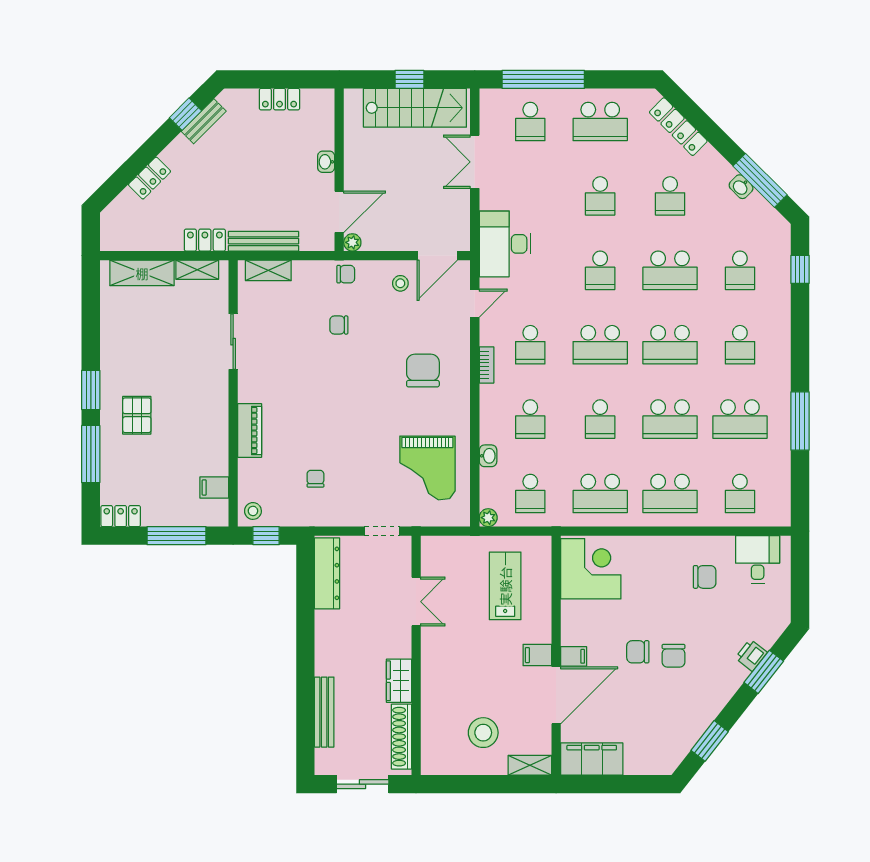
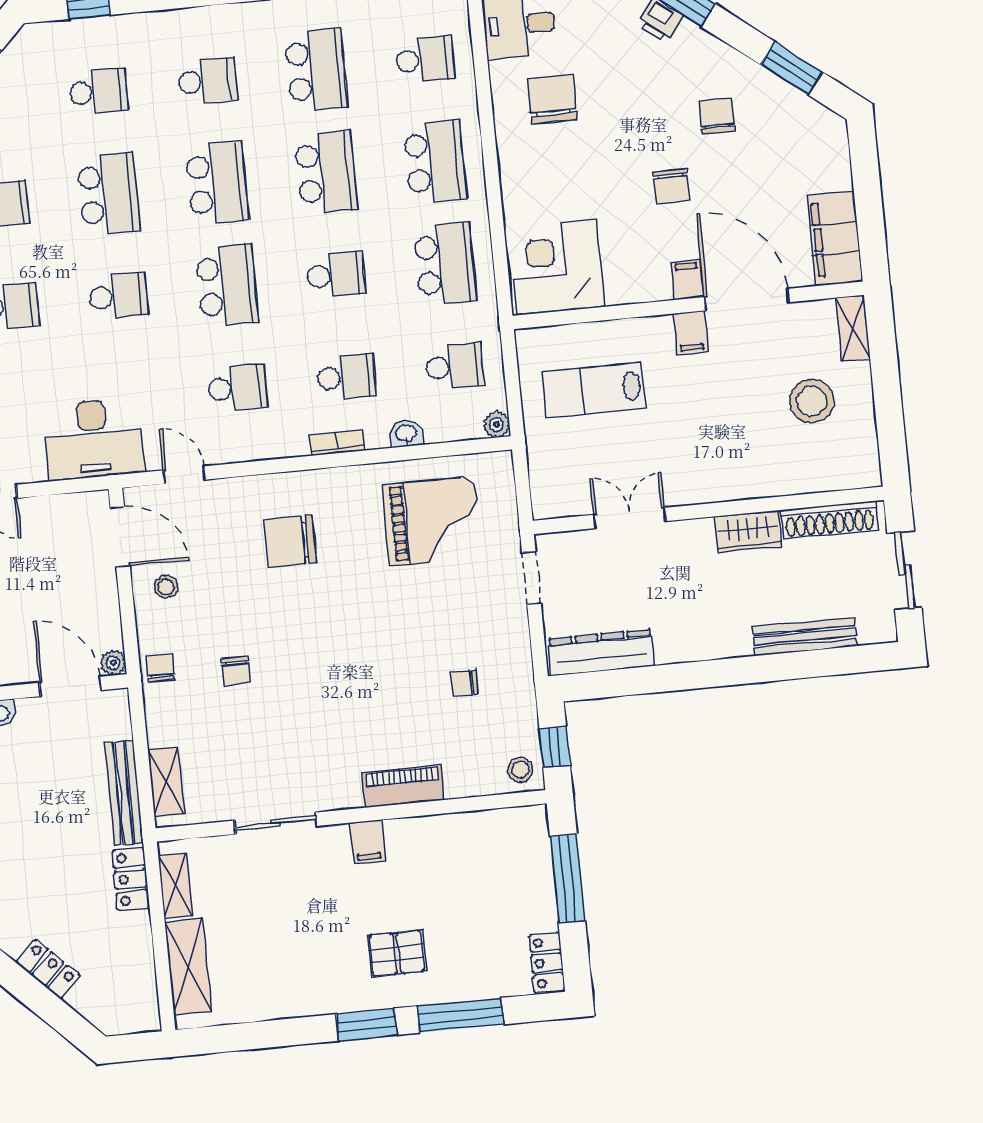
bookcase: (487, 365) -> (337, 443), moved
filing cabinet: (214, 487) -> (368, 842), moved
chair: (705, 577) -> (552, 99), width x1.37, depth x1.37
chair: (674, 656) -> (717, 116), moved, turned -90

